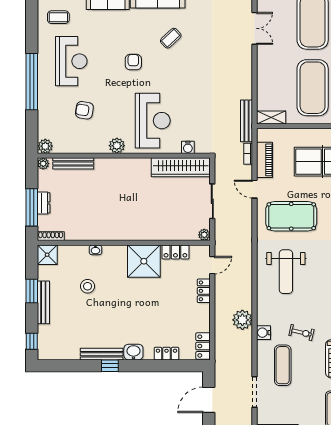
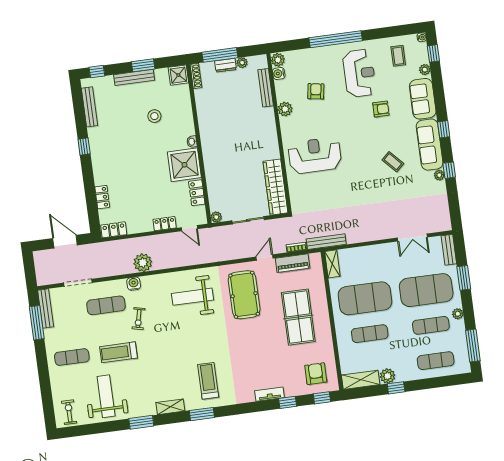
reception desk: (71, 61) -> (359, 73), turned -90
armchair: (133, 62) -> (381, 109), moved
reception desk: (153, 121) -> (315, 155), turned 180
plant: (117, 146) -> (285, 109), moved
water cooler: (188, 147) -> (279, 73), moved
plant: (43, 164) -> (242, 63), moved
washbasin: (95, 250) -> (192, 142), moved
washbasin: (133, 352) -> (100, 167), removed
bench: (102, 354) -> (90, 107), moved

